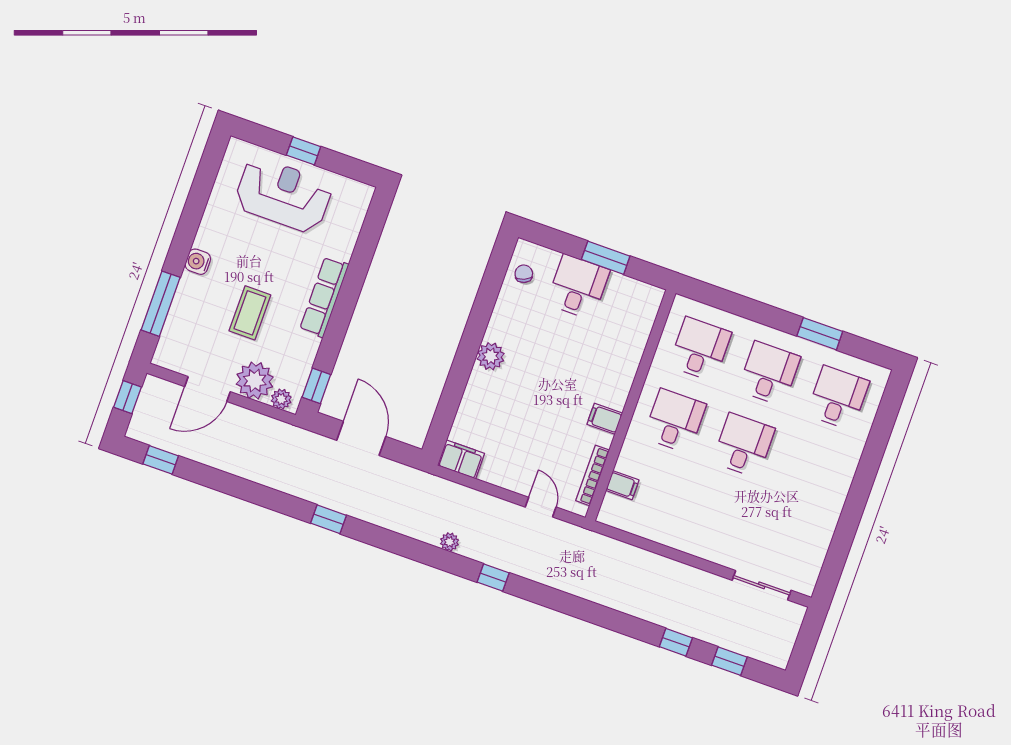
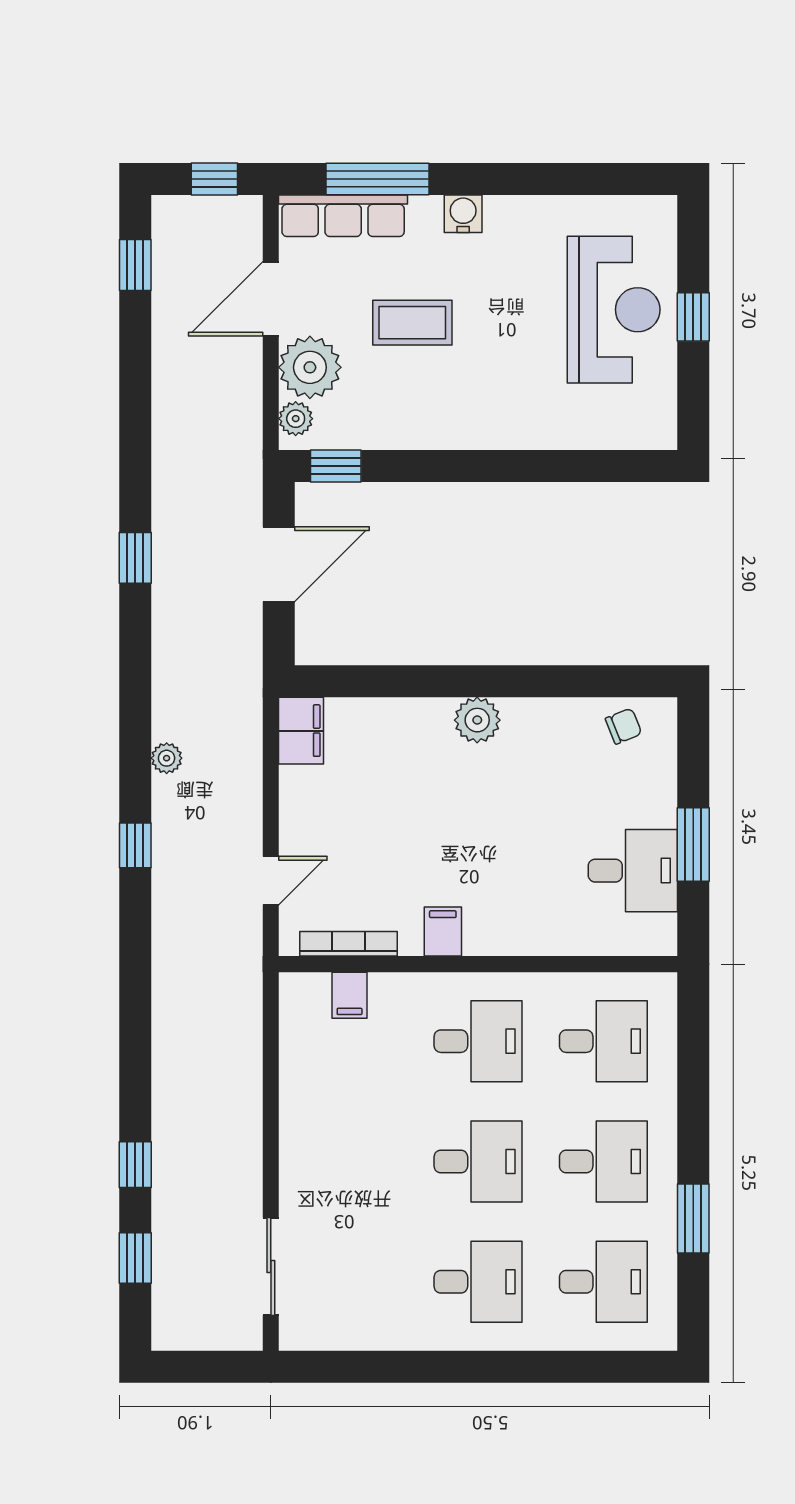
desk: (578, 287) -> (633, 871), moved
row of seats: (324, 297) -> (343, 216), moved, turned 180
door: (208, 389) -> (271, 299), hinge flipped
desk: (812, 470) -> (478, 1282), added

